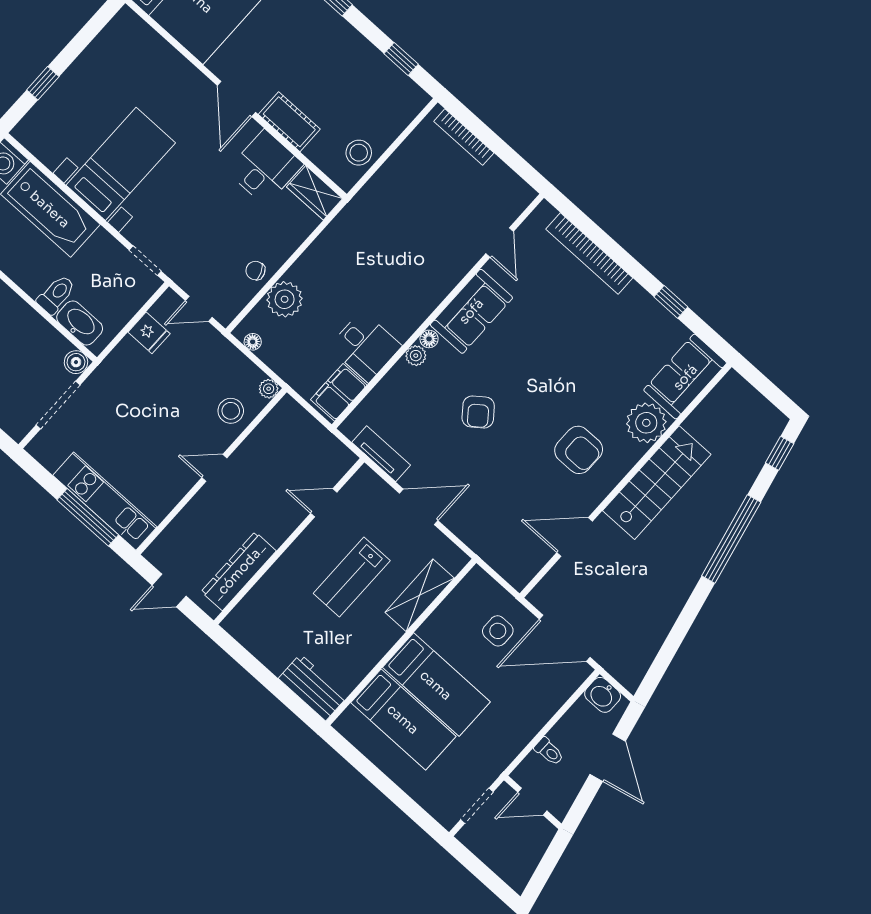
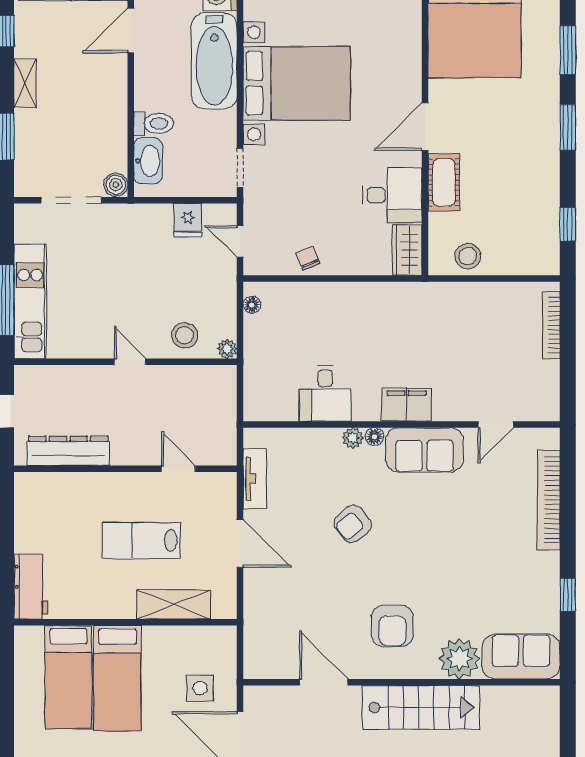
bed with nightstands: (121, 164) -> (297, 83), width x1.36
plant: (285, 299) -> (306, 300), removed
filing cabinet: (339, 392) -> (407, 405), moved

